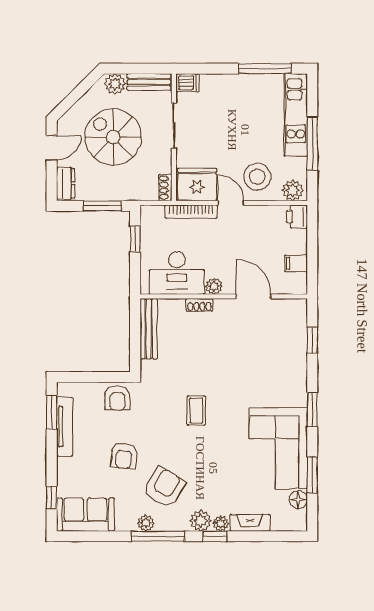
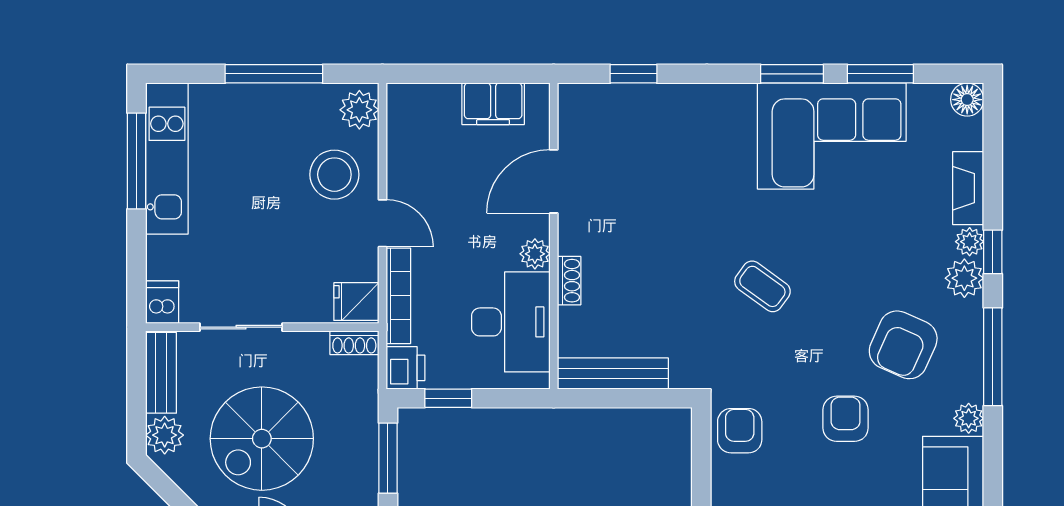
kitchen unit: (296, 115) -> (167, 159), moved, turned -90
fridge: (197, 185) -> (356, 302), width x0.53, depth x0.75
door: (231, 203) -> (382, 223), swing flipped
printer: (297, 217) -> (405, 368), moved, turned -90
filing cabinet: (296, 263) -> (493, 104), width x2.00
armchair: (117, 398) -> (740, 431), turned -90
window: (312, 409) -> (792, 74), moved
coffee table: (196, 410) -> (762, 286), turned 36
armchair: (124, 456) -> (846, 419), turned -96
armchair: (164, 487) -> (903, 345), turned -97
floor lamp: (298, 500) -> (967, 100), moved
plant: (146, 523) -> (969, 418), moved

